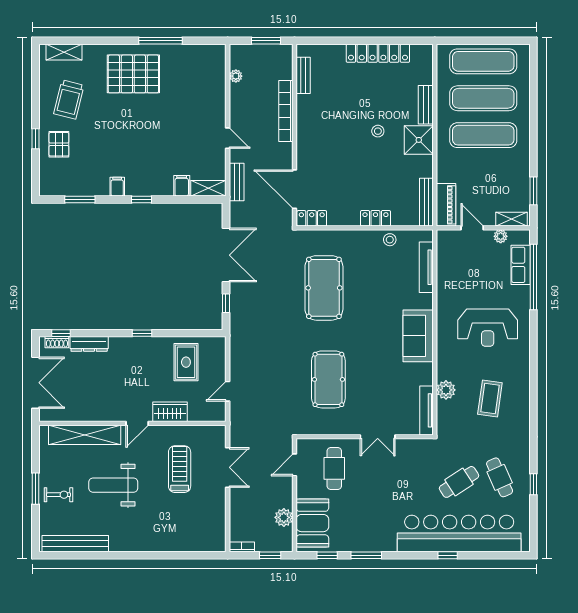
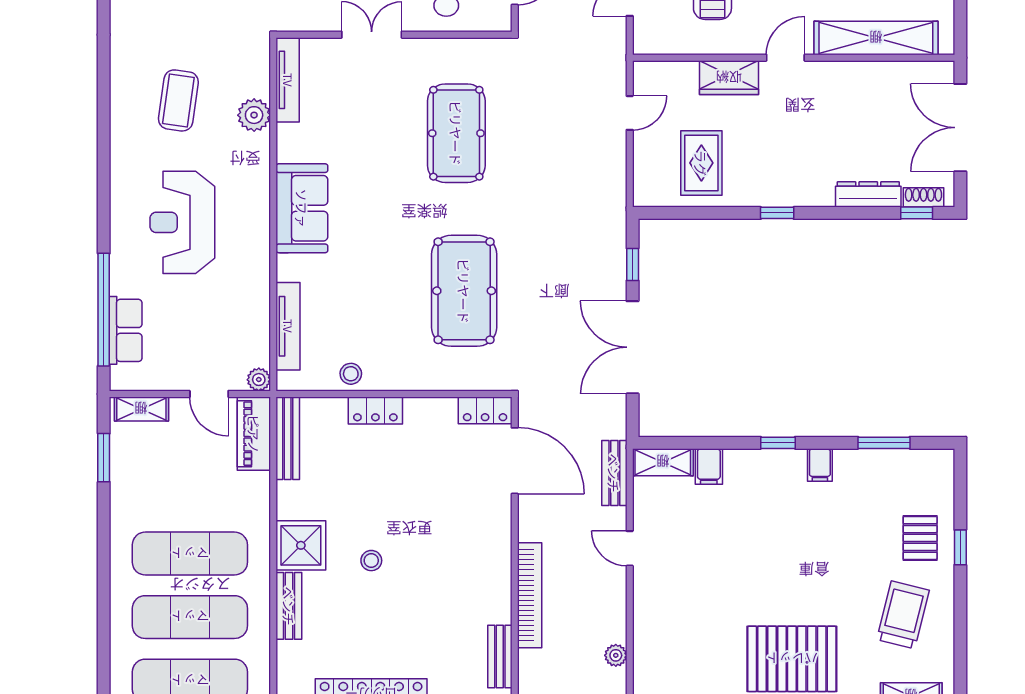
plant: (501, 236) -> (259, 380), moved
reception desk: (488, 328) -> (182, 222), turned -90

